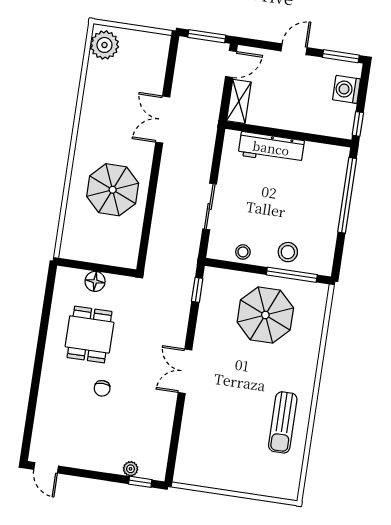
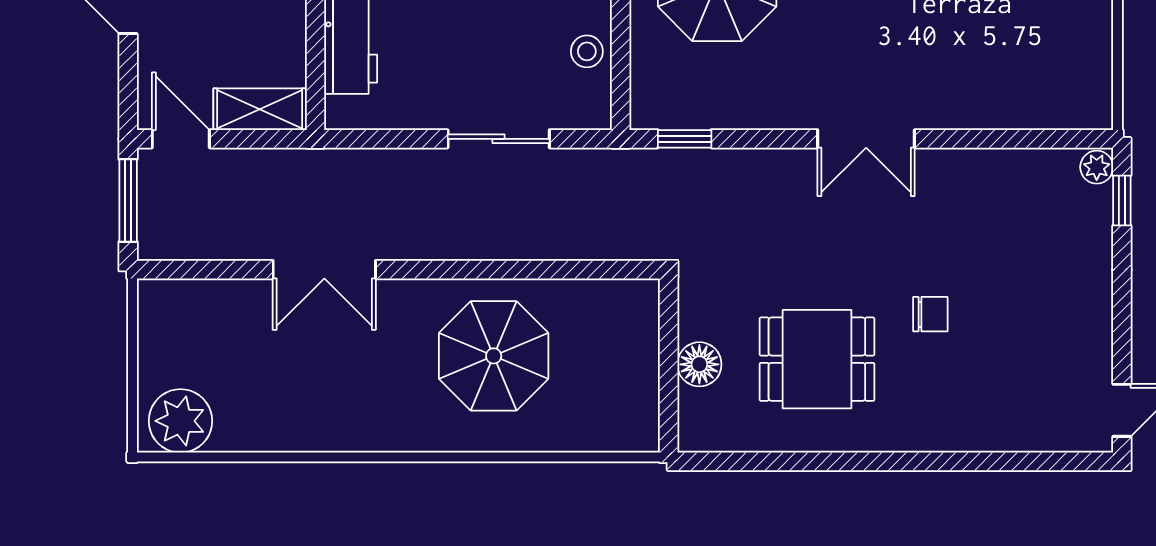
plant: (131, 469) -> (1097, 167), moved

